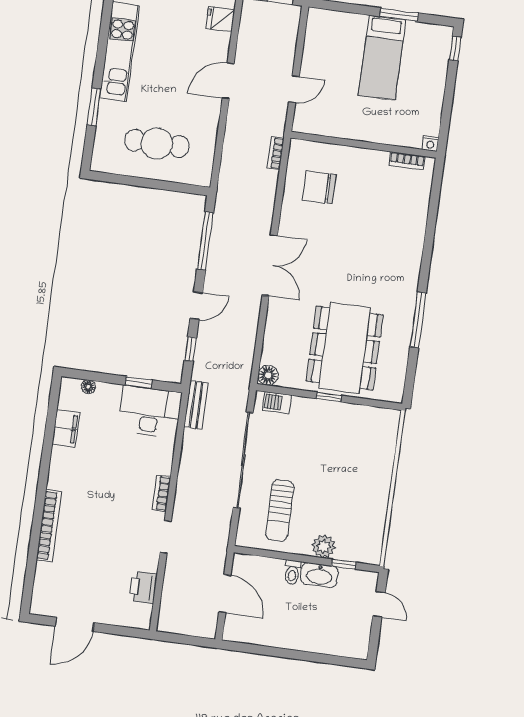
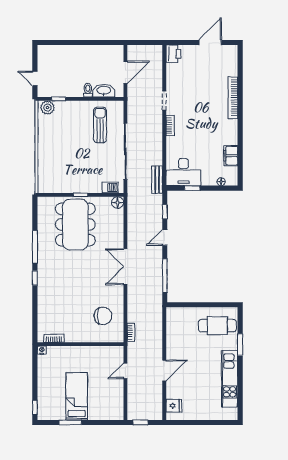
cafe table: (157, 143) -> (217, 326), moved
window: (425, 267) -> (35, 278), added
plant: (323, 546) -> (47, 108), moved
washbasin: (319, 575) -> (104, 91), moved
printer: (143, 587) -> (173, 54), moved
door: (225, 594) -> (125, 72), swing flipped

